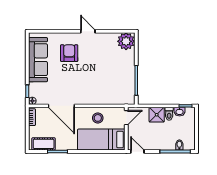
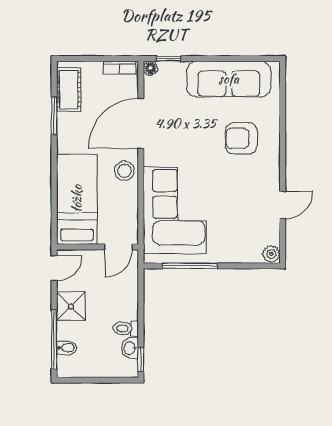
door: (88, 31) -> (283, 205), moved
plant: (126, 41) -> (271, 254), width x0.53, depth x0.53
armchair: (69, 53) -> (241, 138), turned 180
corner sofa: (107, 88) -> (175, 210), added
shower: (157, 115) -> (71, 306), moved
stool: (98, 118) -> (124, 171), moved
door: (126, 118) -> (118, 247), hinge flipped

